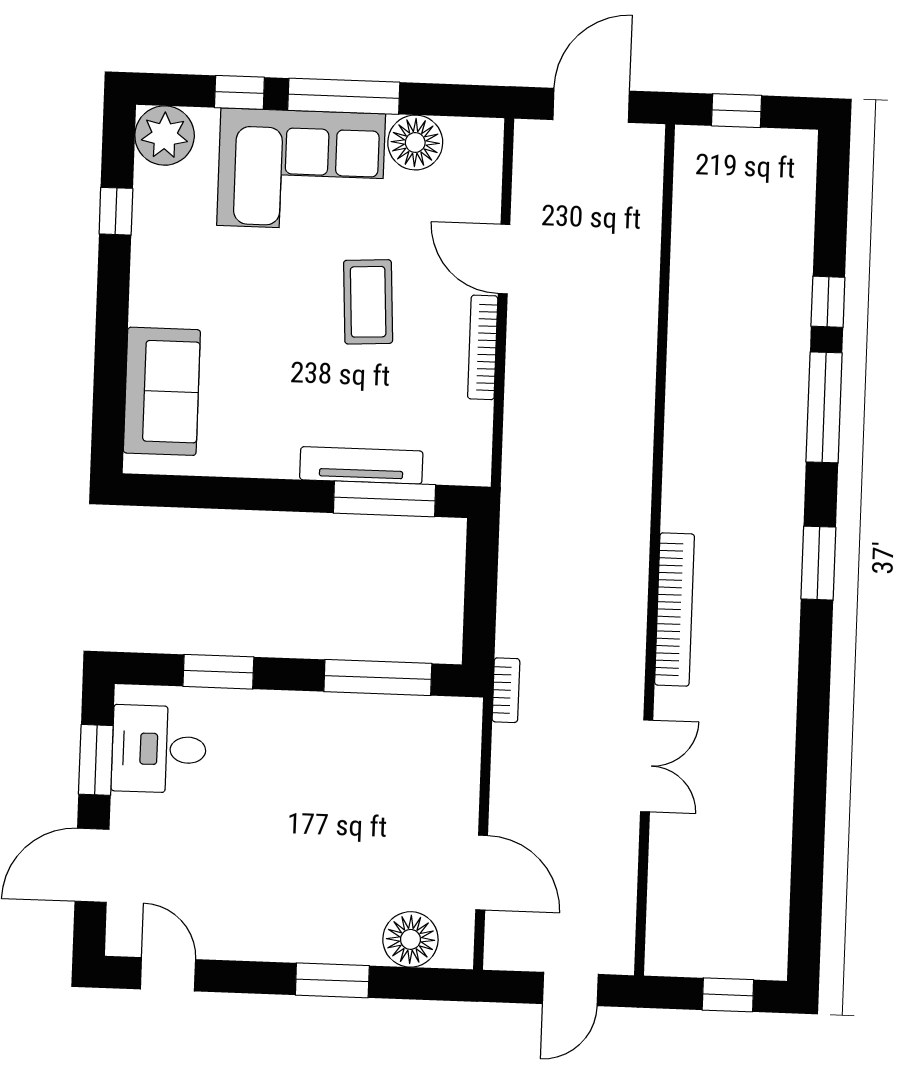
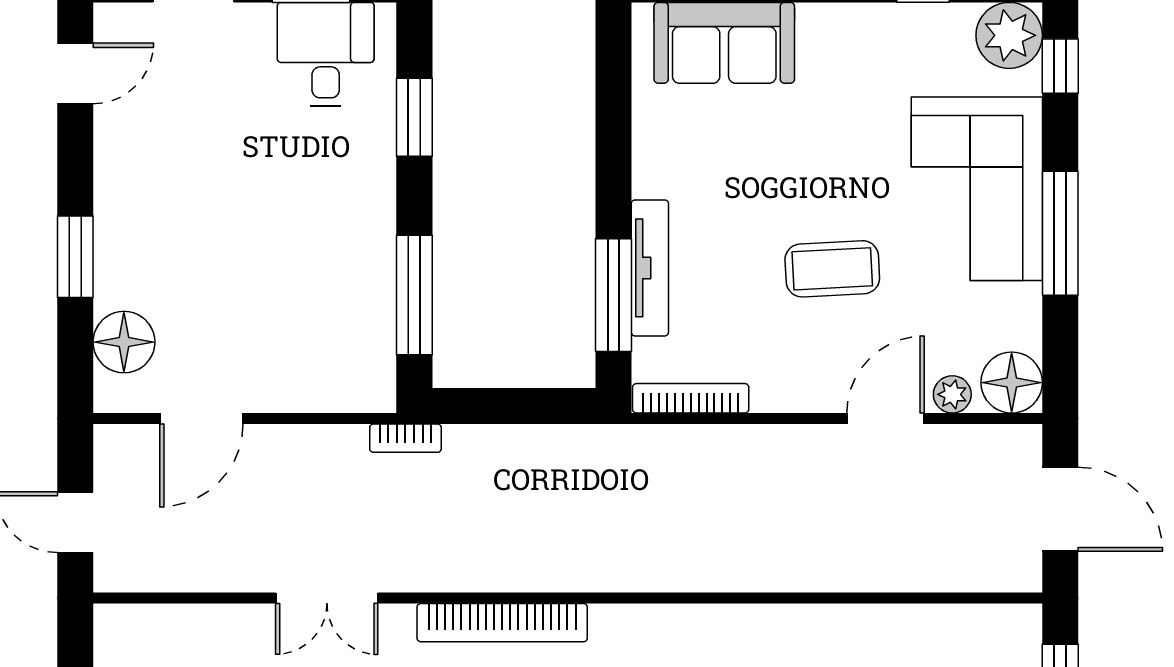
window: (239, 92) -> (1060, 66), moved
floor lamp: (415, 142) -> (1012, 383), moved
plant: (485, 198) -> (952, 394), added
bookcase: (483, 347) -> (691, 398), moved

